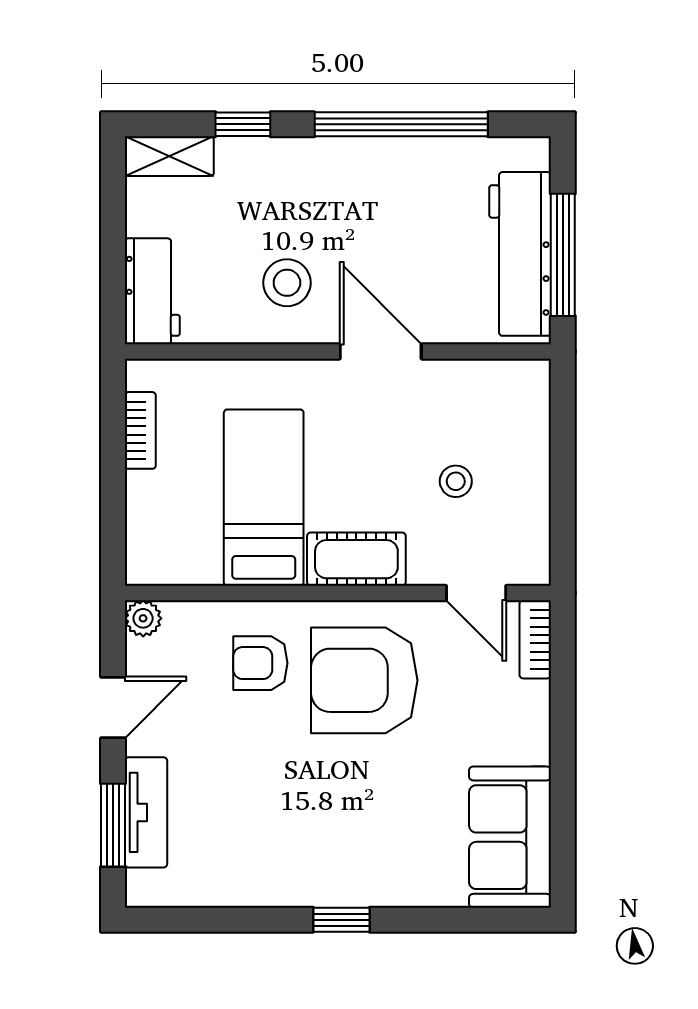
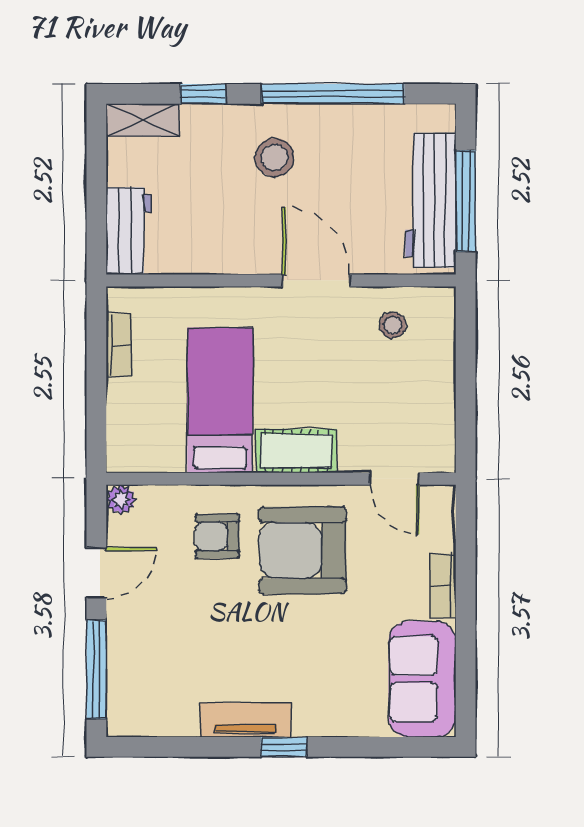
stool: (287, 283) -> (275, 157), moved
stool: (456, 481) -> (393, 325), moved
bookcase: (535, 639) -> (443, 586), moved
tv unit: (146, 812) -> (246, 720), moved, turned -90
window: (113, 825) -> (96, 669), width x1.44

